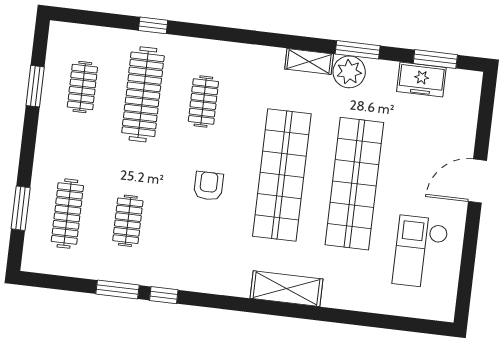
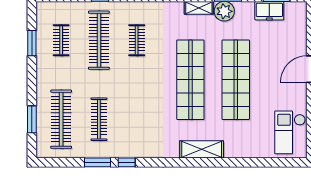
armchair: (209, 186) -> (146, 92), removed
clothes rail: (67, 214) -> (61, 119), width x1.37, depth x1.31
clothes rail: (128, 221) -> (99, 119), width x1.36
checkout: (420, 252) -> (290, 132), moved

